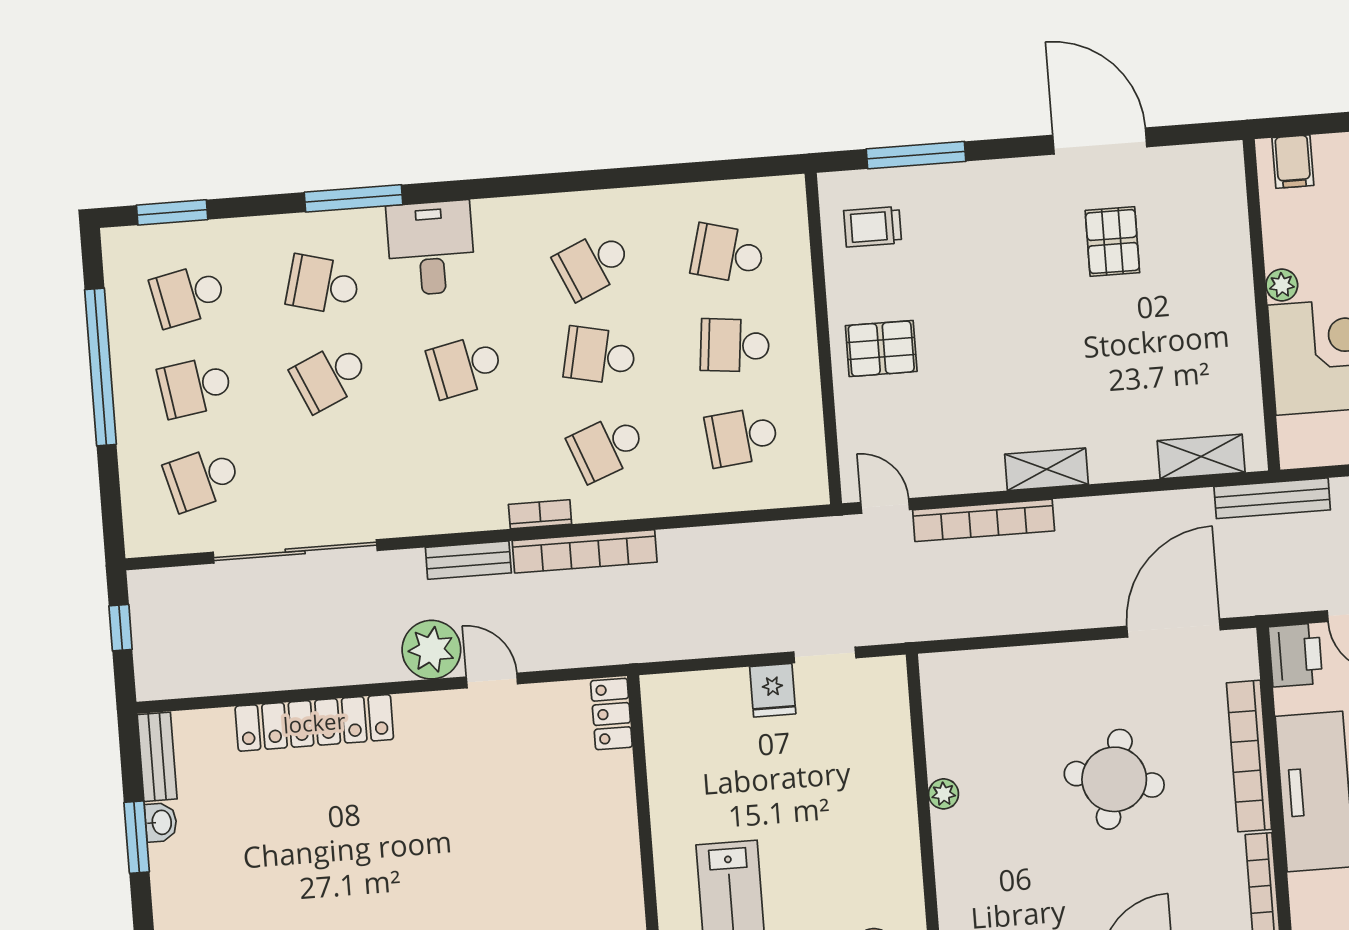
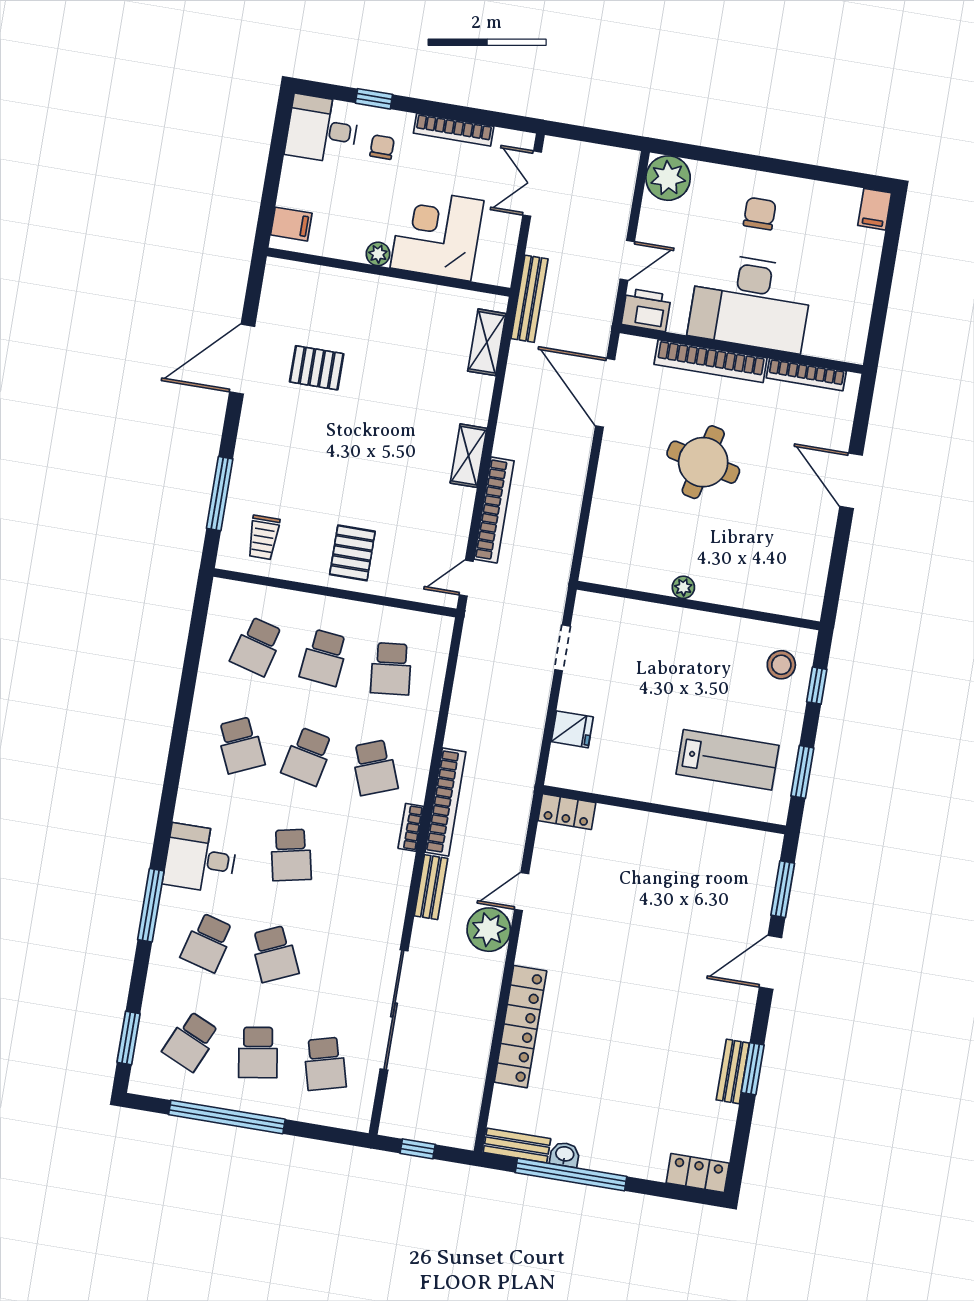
school desk: (188, 295) -> (191, 1041), turned 36
fridge: (773, 690) -> (572, 729), moved
window: (137, 837) -> (571, 1175), width x2.11

